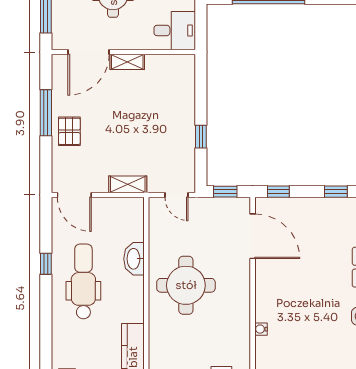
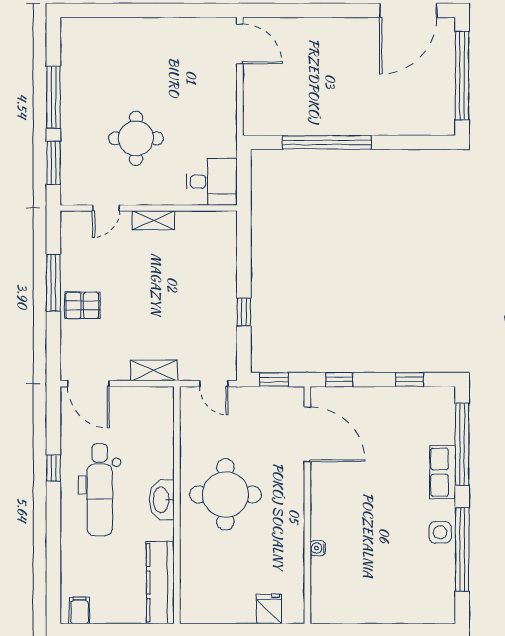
door: (89, 52) -> (106, 208), width x0.53
pallet: (69, 131) -> (82, 305), turned 90
washbasin: (134, 259) -> (162, 500), moved
dental chair: (83, 281) -> (100, 490), turned 180

